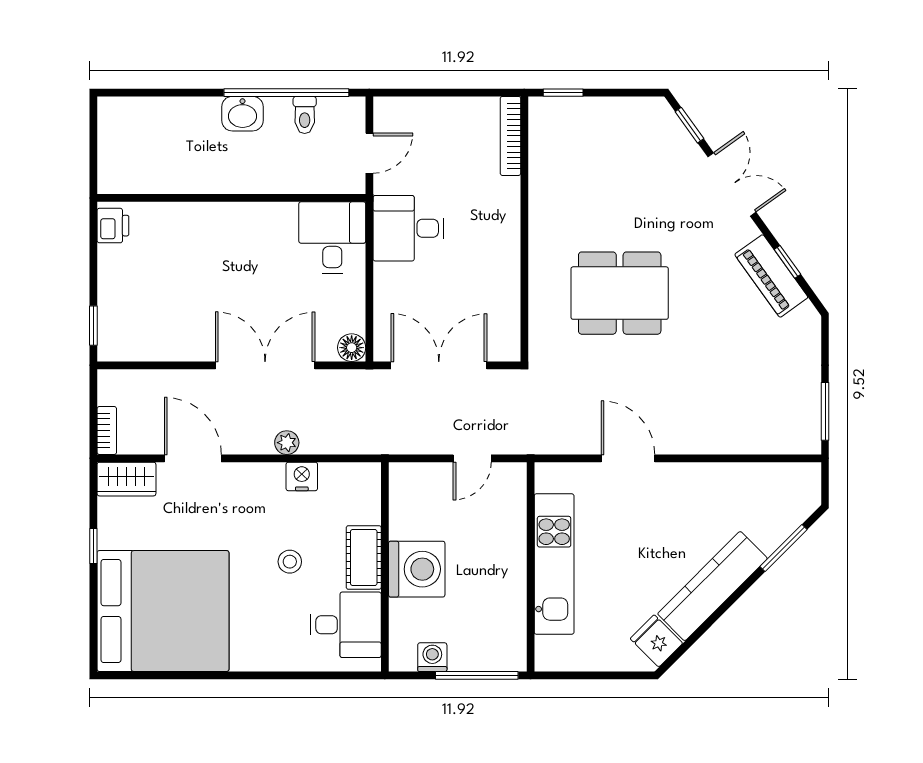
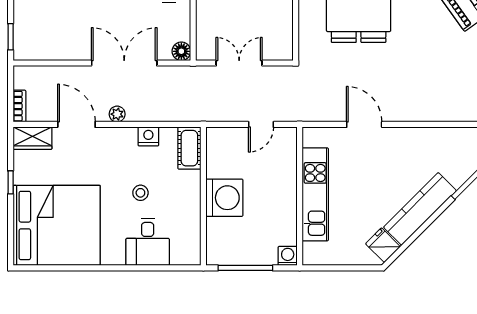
double door: (439, 365) -> (239, 63), width x0.73
plant: (287, 443) -> (117, 114), moved
cot: (364, 557) -> (189, 148), moved
desk: (346, 625) -> (148, 242), moved, turned 90
washing machine: (432, 657) -> (288, 256), moved
window: (477, 675) -> (245, 268), moved

